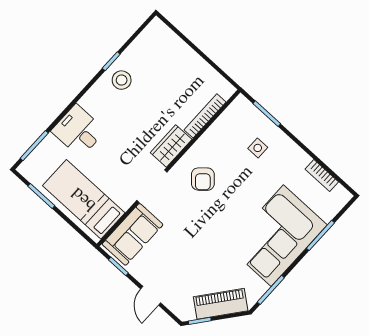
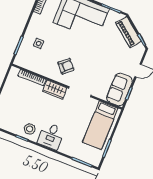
desk: (78, 131) -> (51, 136), moved
sofa: (133, 234) -> (120, 89), moved, turned -90

